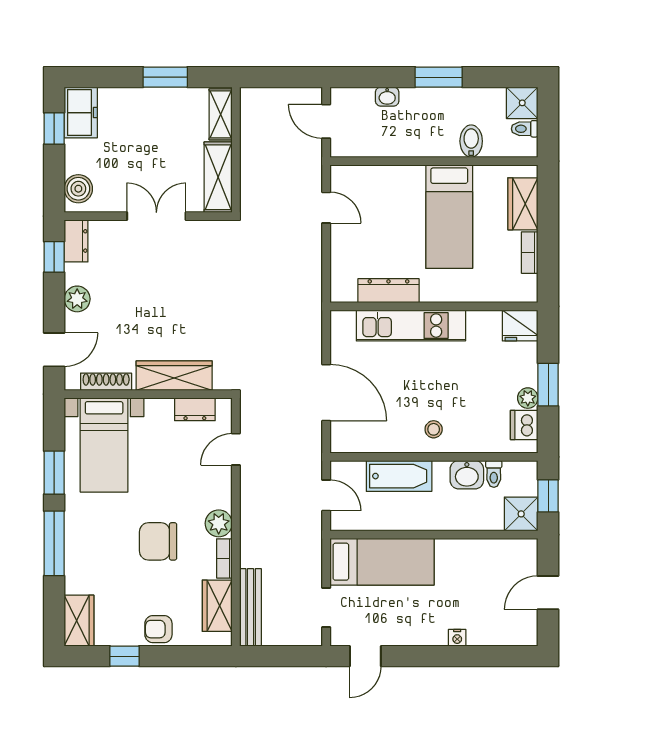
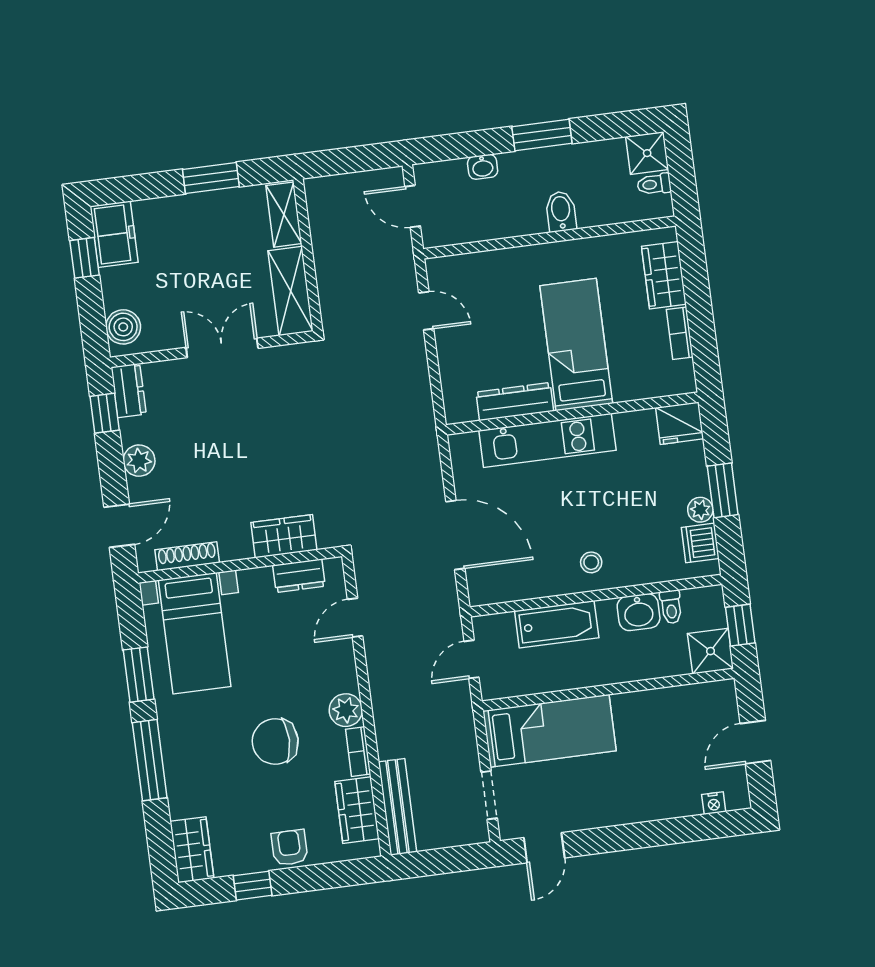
bidet: (471, 141) -> (561, 211), moved
bed: (449, 217) -> (576, 345), moved, turned 180
wardrobe: (174, 376) -> (284, 536), width x0.67
door: (326, 495) -> (471, 659), swing flipped
armchair: (158, 629) -> (289, 848), turned 90
nightstand: (457, 638) -> (714, 803), moved

